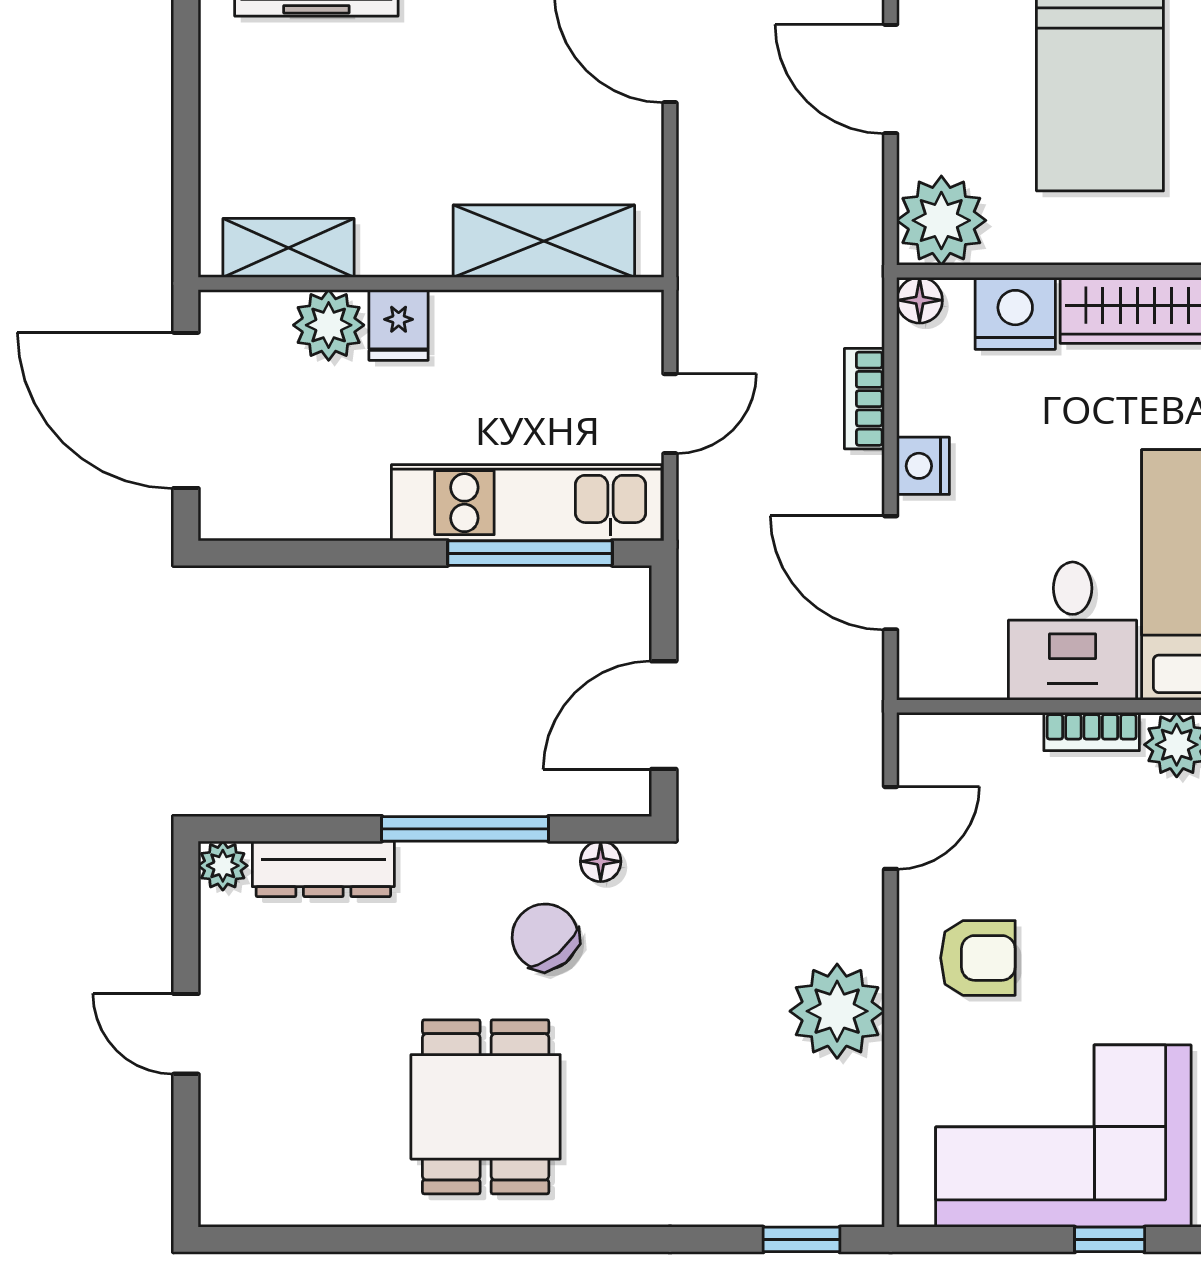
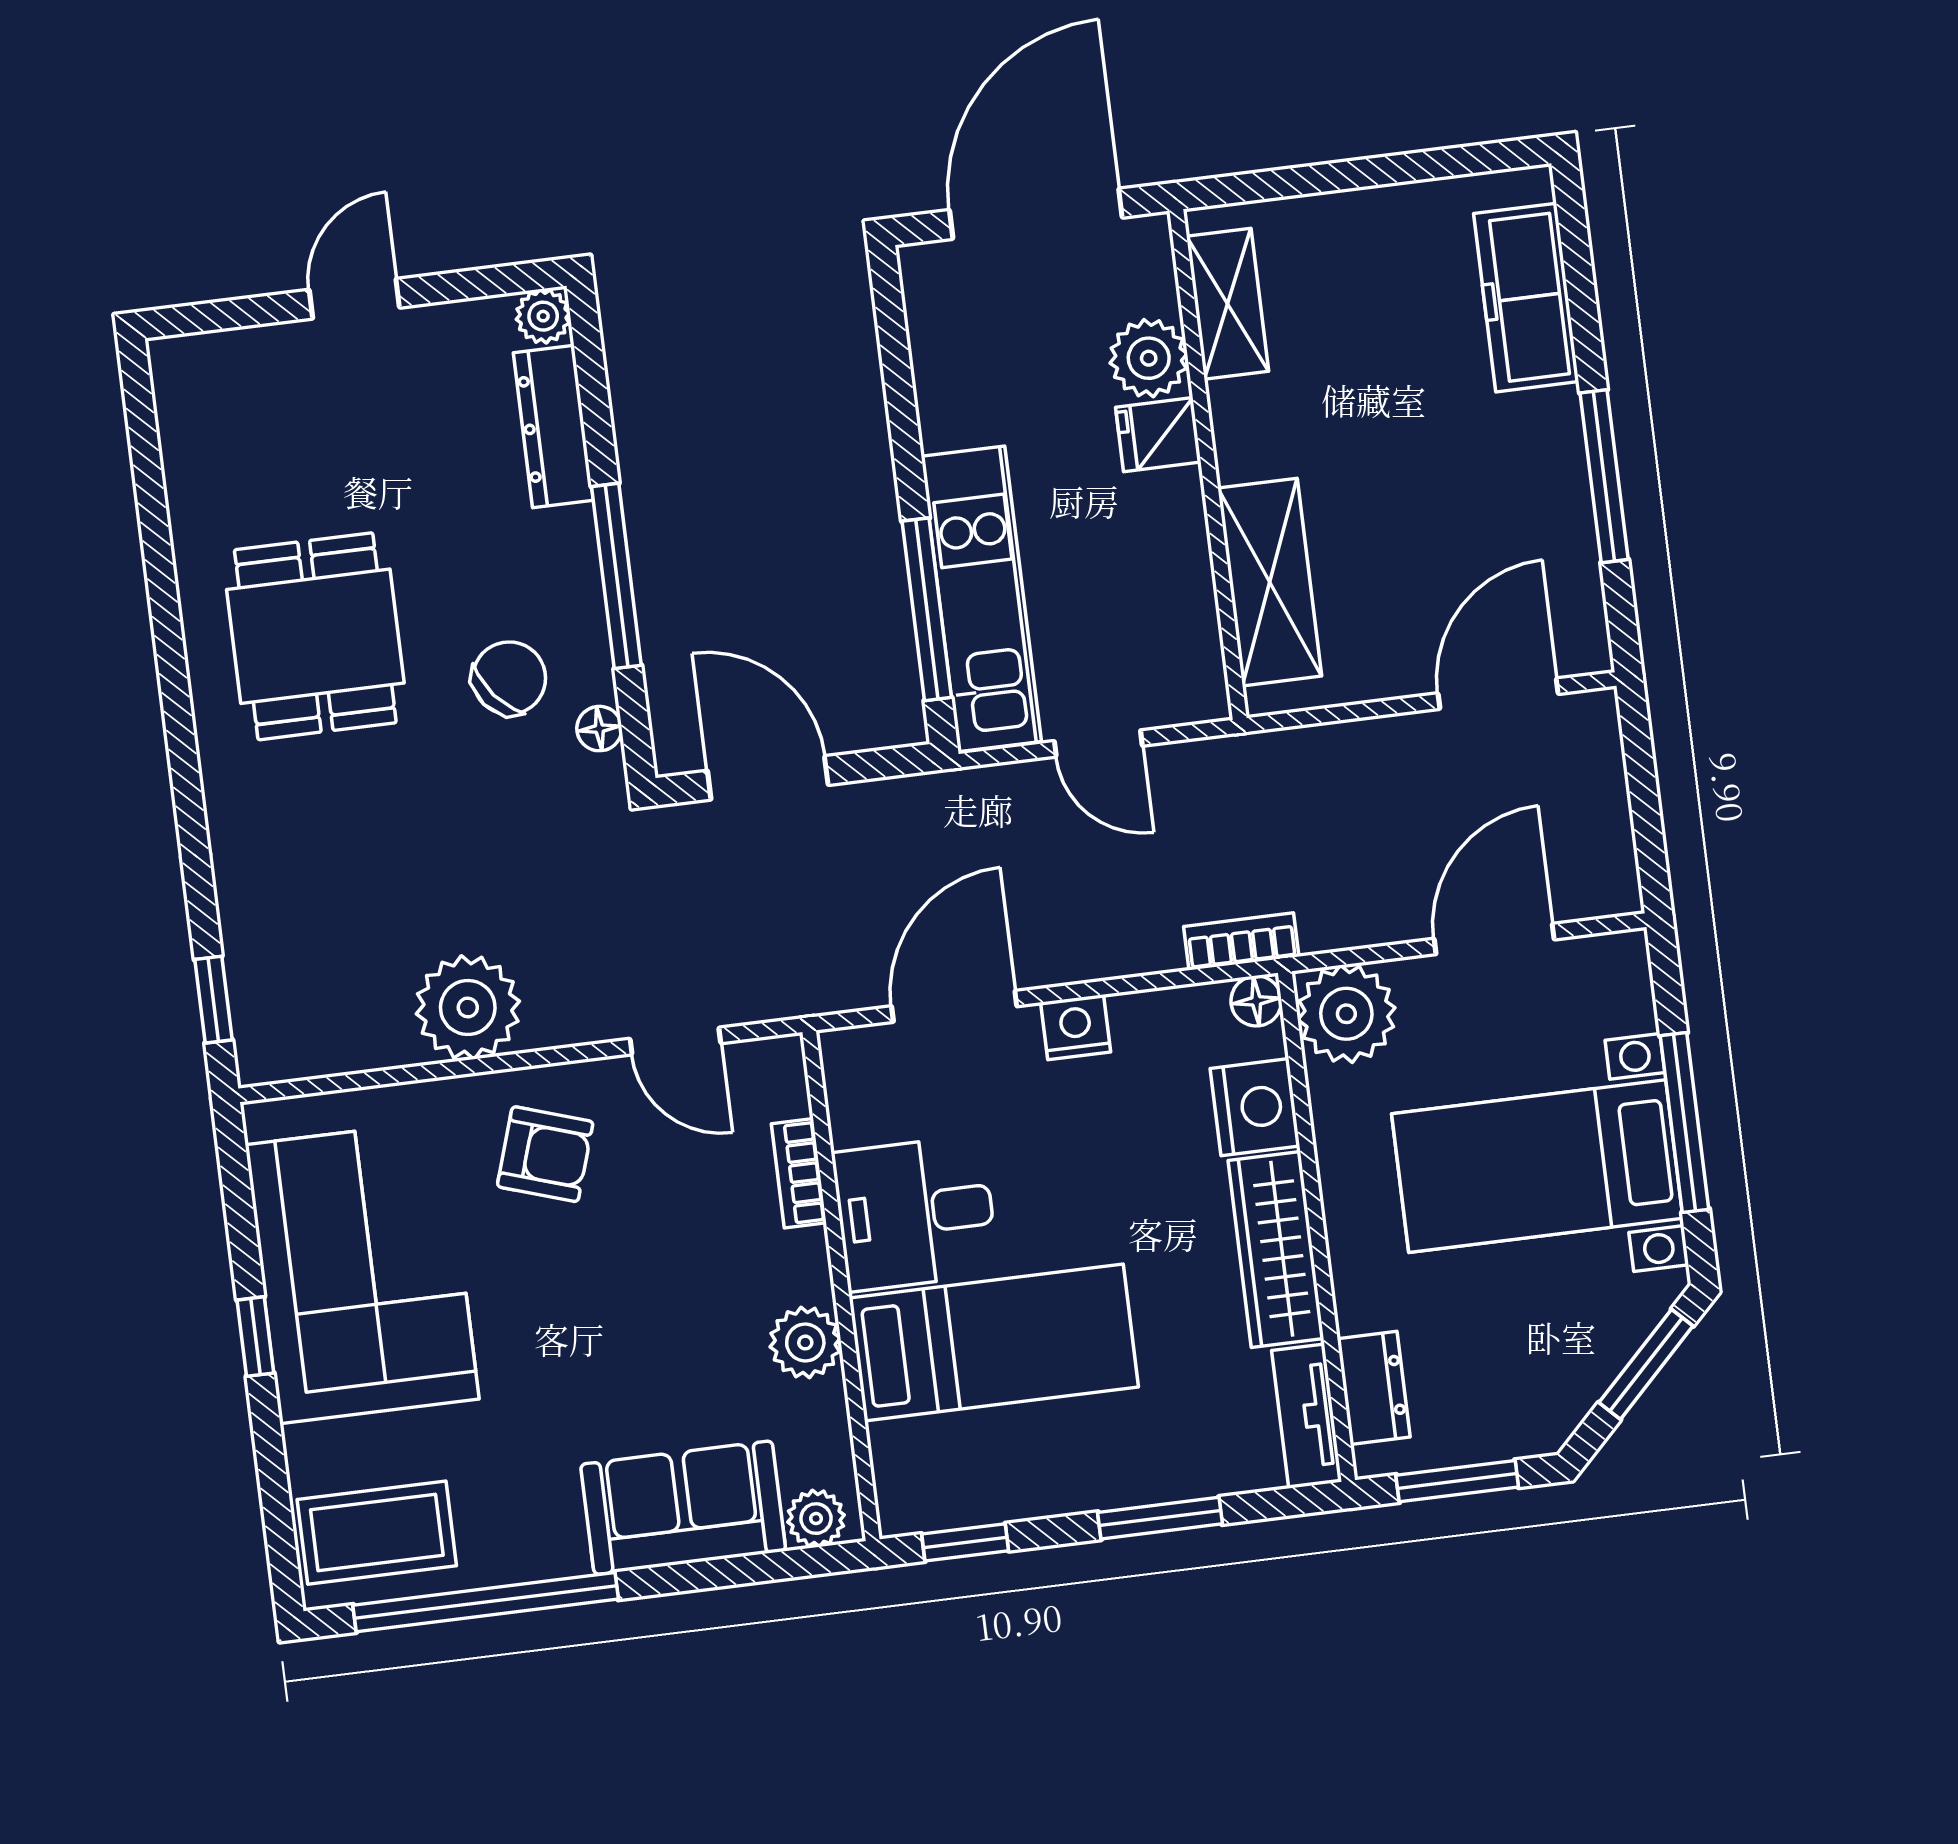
bookcase: (864, 399) -> (1241, 941), moved
bookcase: (1092, 732) -> (799, 1173), moved
armchair: (978, 958) -> (545, 1154), turned -72
dining table: (486, 1107) -> (315, 636), turned 90

